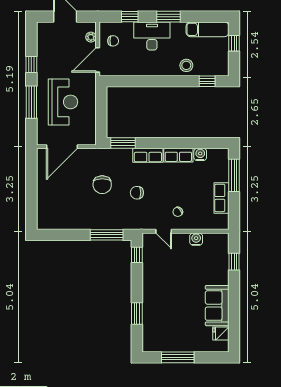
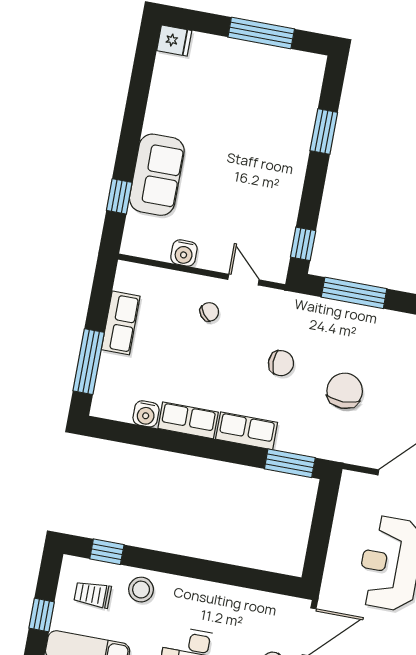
trolley: (210, 58) -> (93, 594), added
sofa: (217, 306) -> (157, 175), moved
fridge: (221, 334) -> (174, 41), moved

